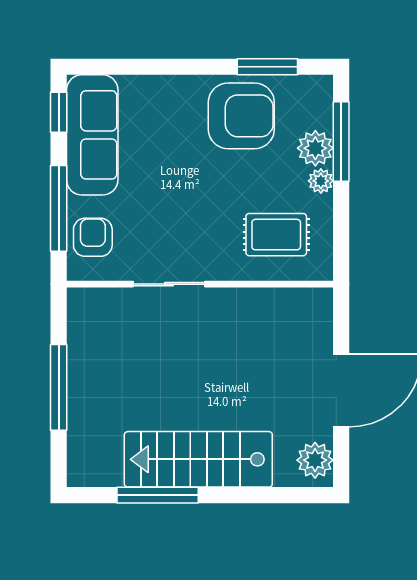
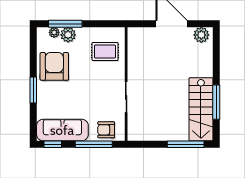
window: (267, 67) -> (33, 90), moved
plant: (321, 181) -> (54, 32), moved
rug: (276, 235) -> (105, 51), turned 90
window: (59, 387) -> (186, 144), moved
stairs: (198, 459) -> (201, 109), moved

